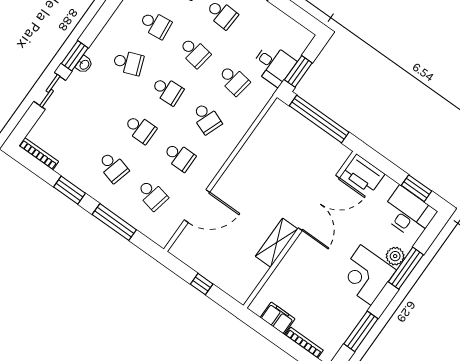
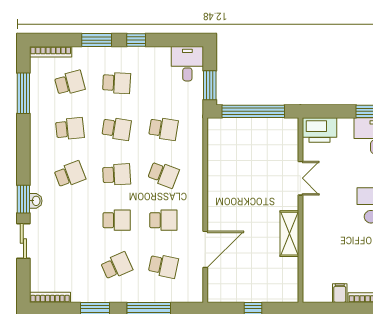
desk: (273, 65) -> (187, 64), moved, turned -90
school desk: (113, 167) -> (117, 266), turned -39
double door: (319, 203) -> (300, 178), width x0.54
filing cabinet: (278, 318) -> (340, 293), width x0.50

